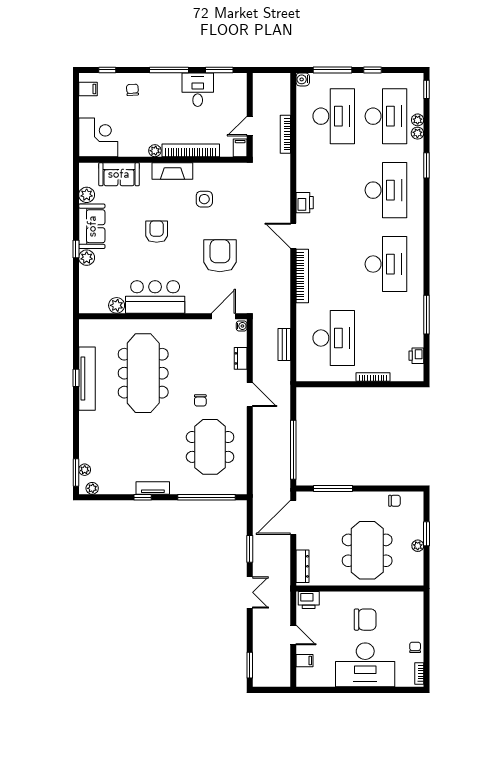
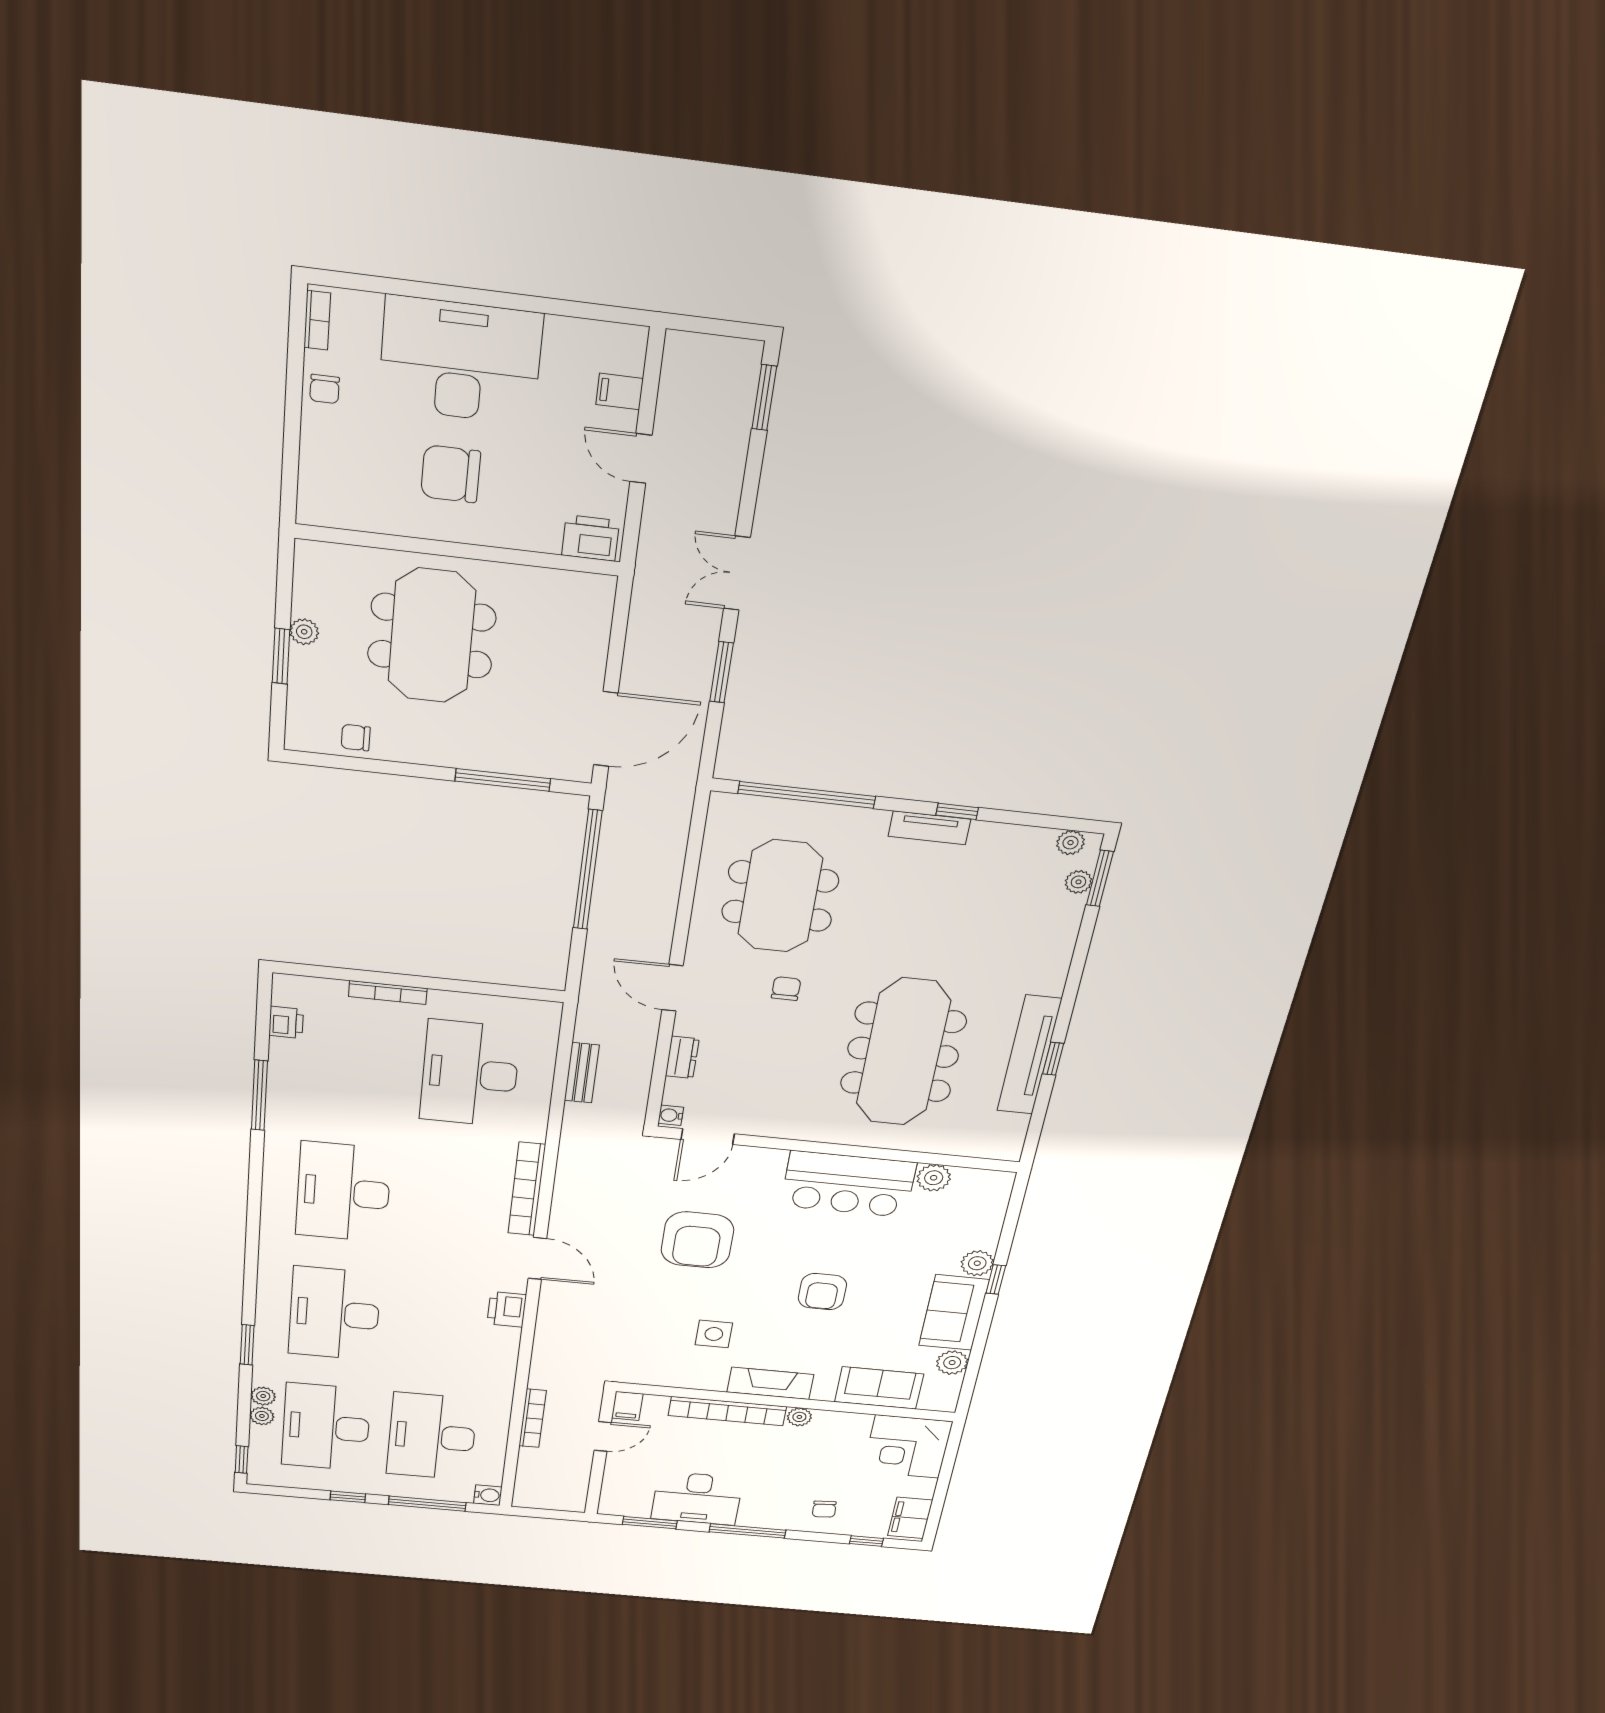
filing cabinet: (88, 89) -> (910, 1518), width x2.00
desk: (198, 90) -> (697, 1498), width x1.37
dresser: (303, 566) -> (597, 618), removed

